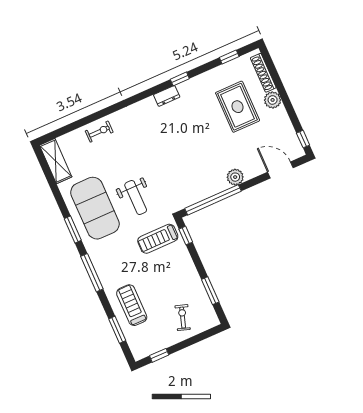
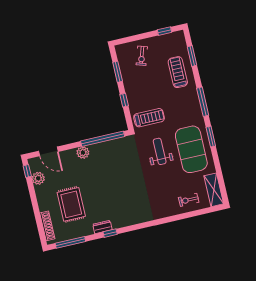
window: (229, 57) -> (70, 242), width x2.17
dresser: (167, 96) -> (102, 227), moved
plant: (273, 100) -> (38, 178), moved
exercise bike: (99, 132) -> (189, 200), moved
window: (186, 236) -> (124, 100), moved
treadmill: (132, 305) -> (178, 72), turned 180

